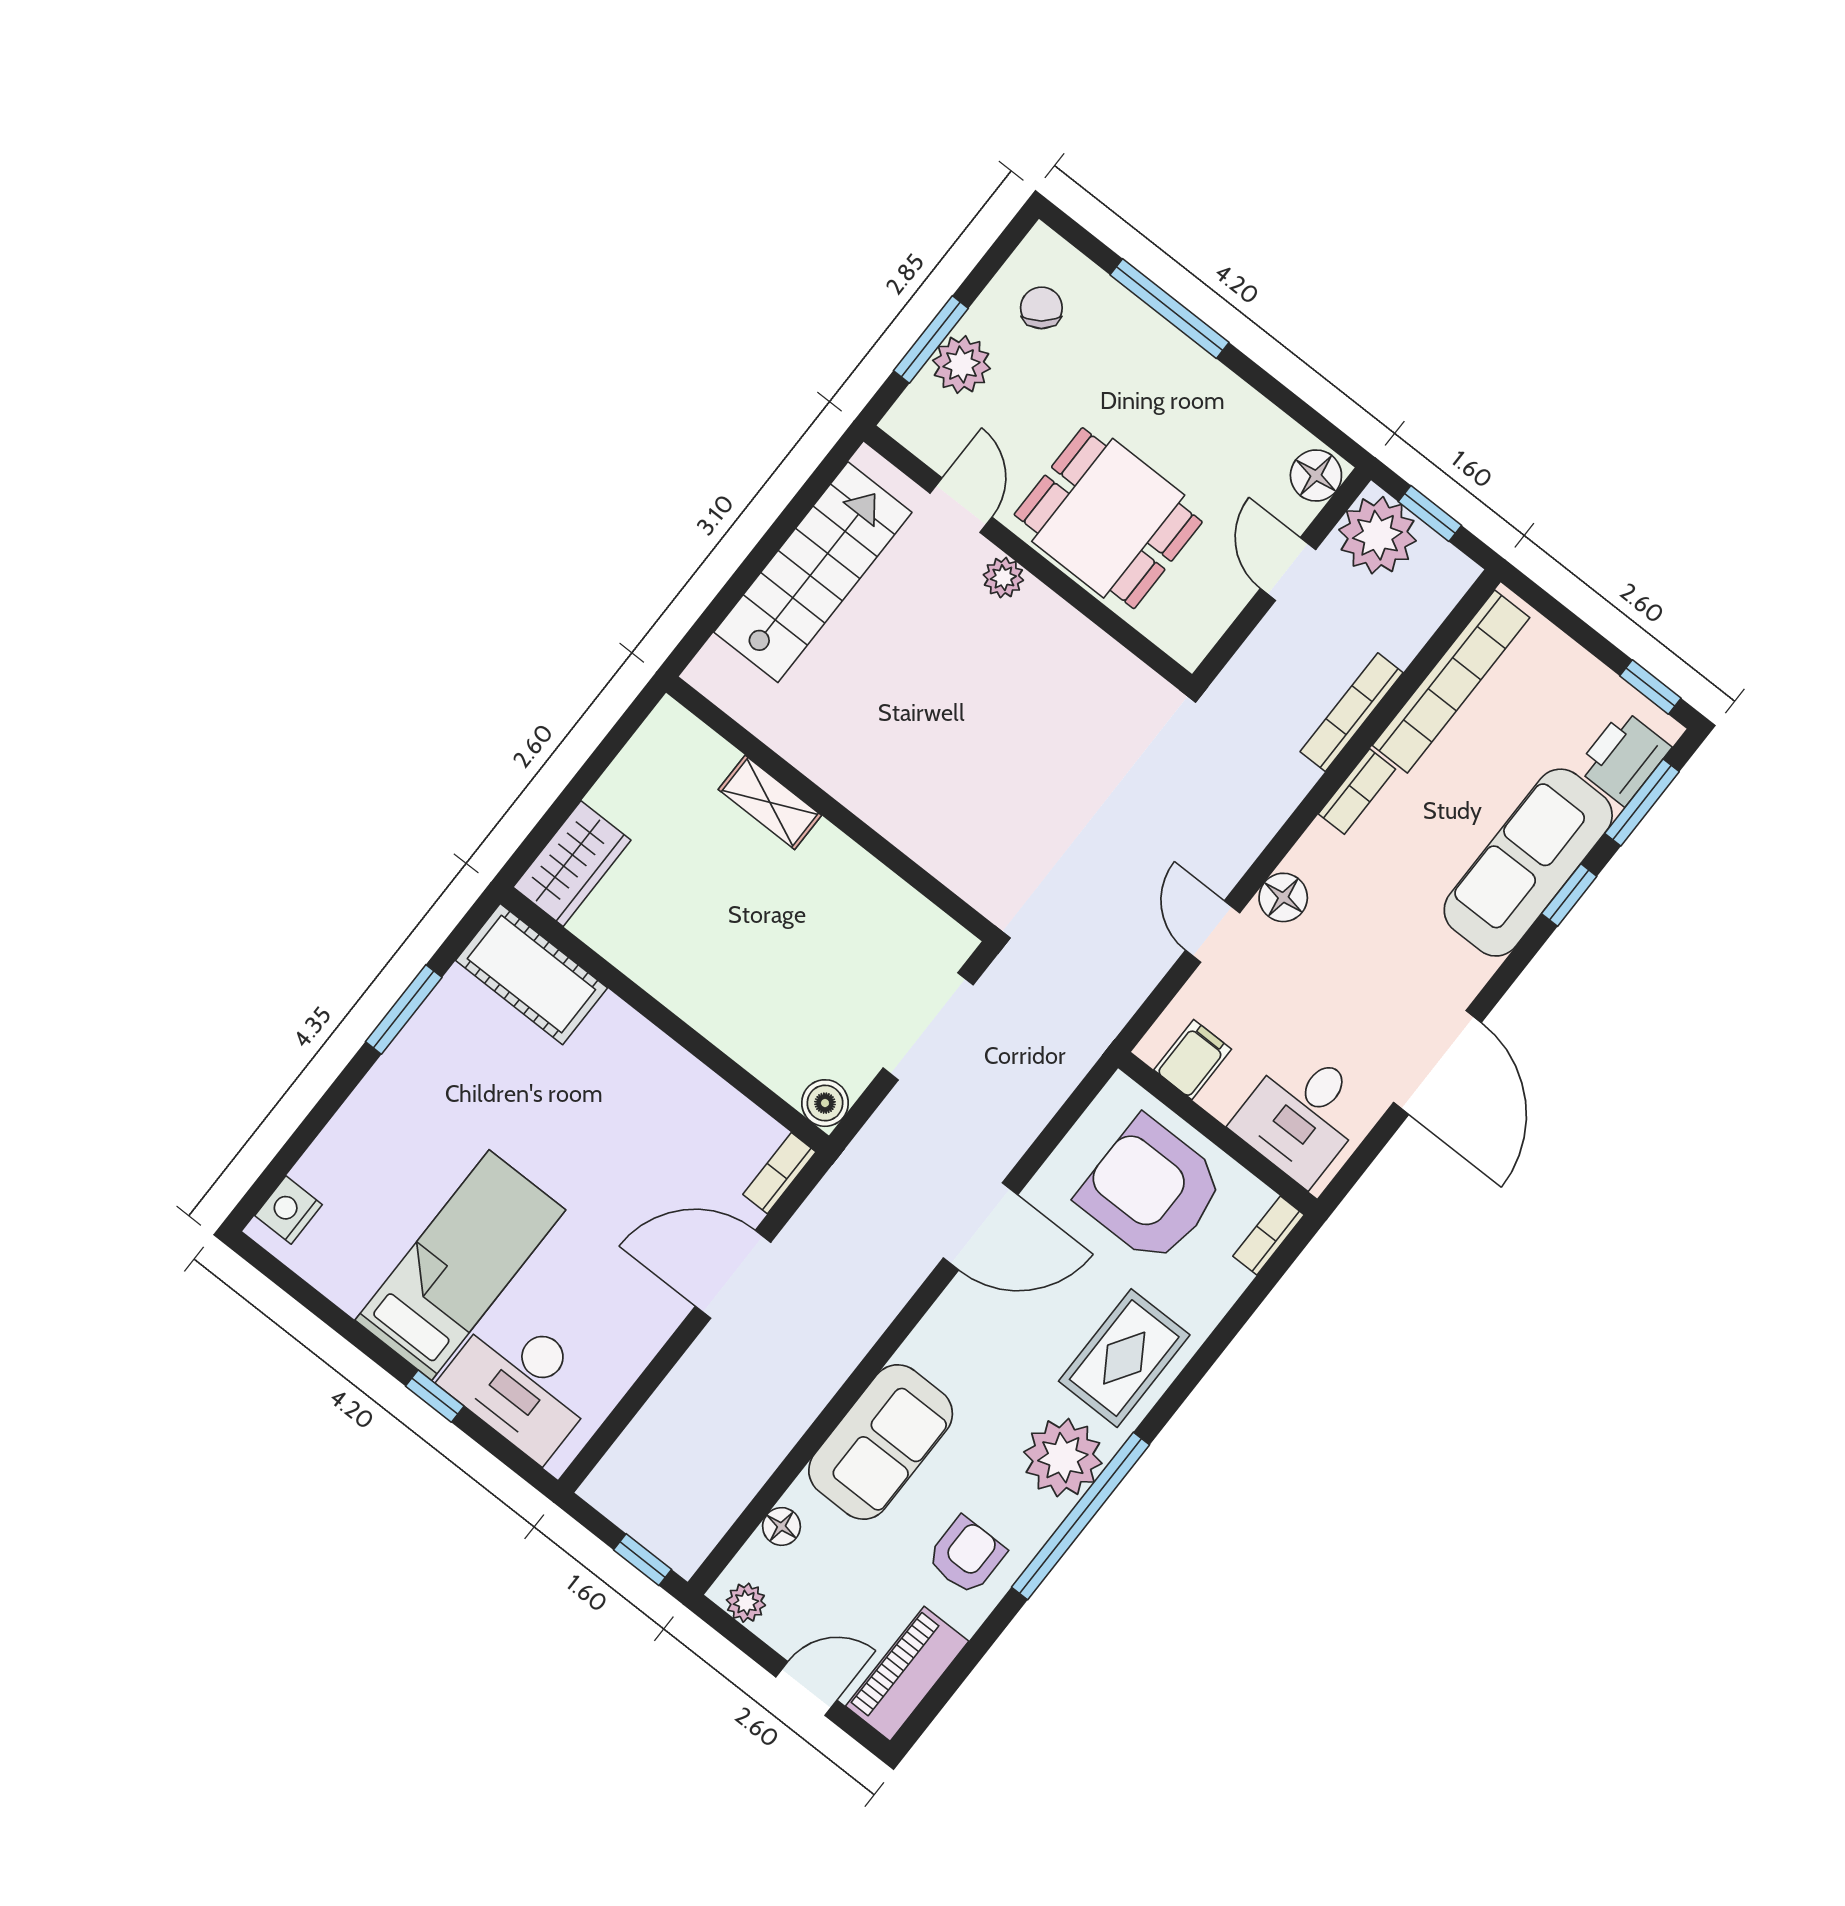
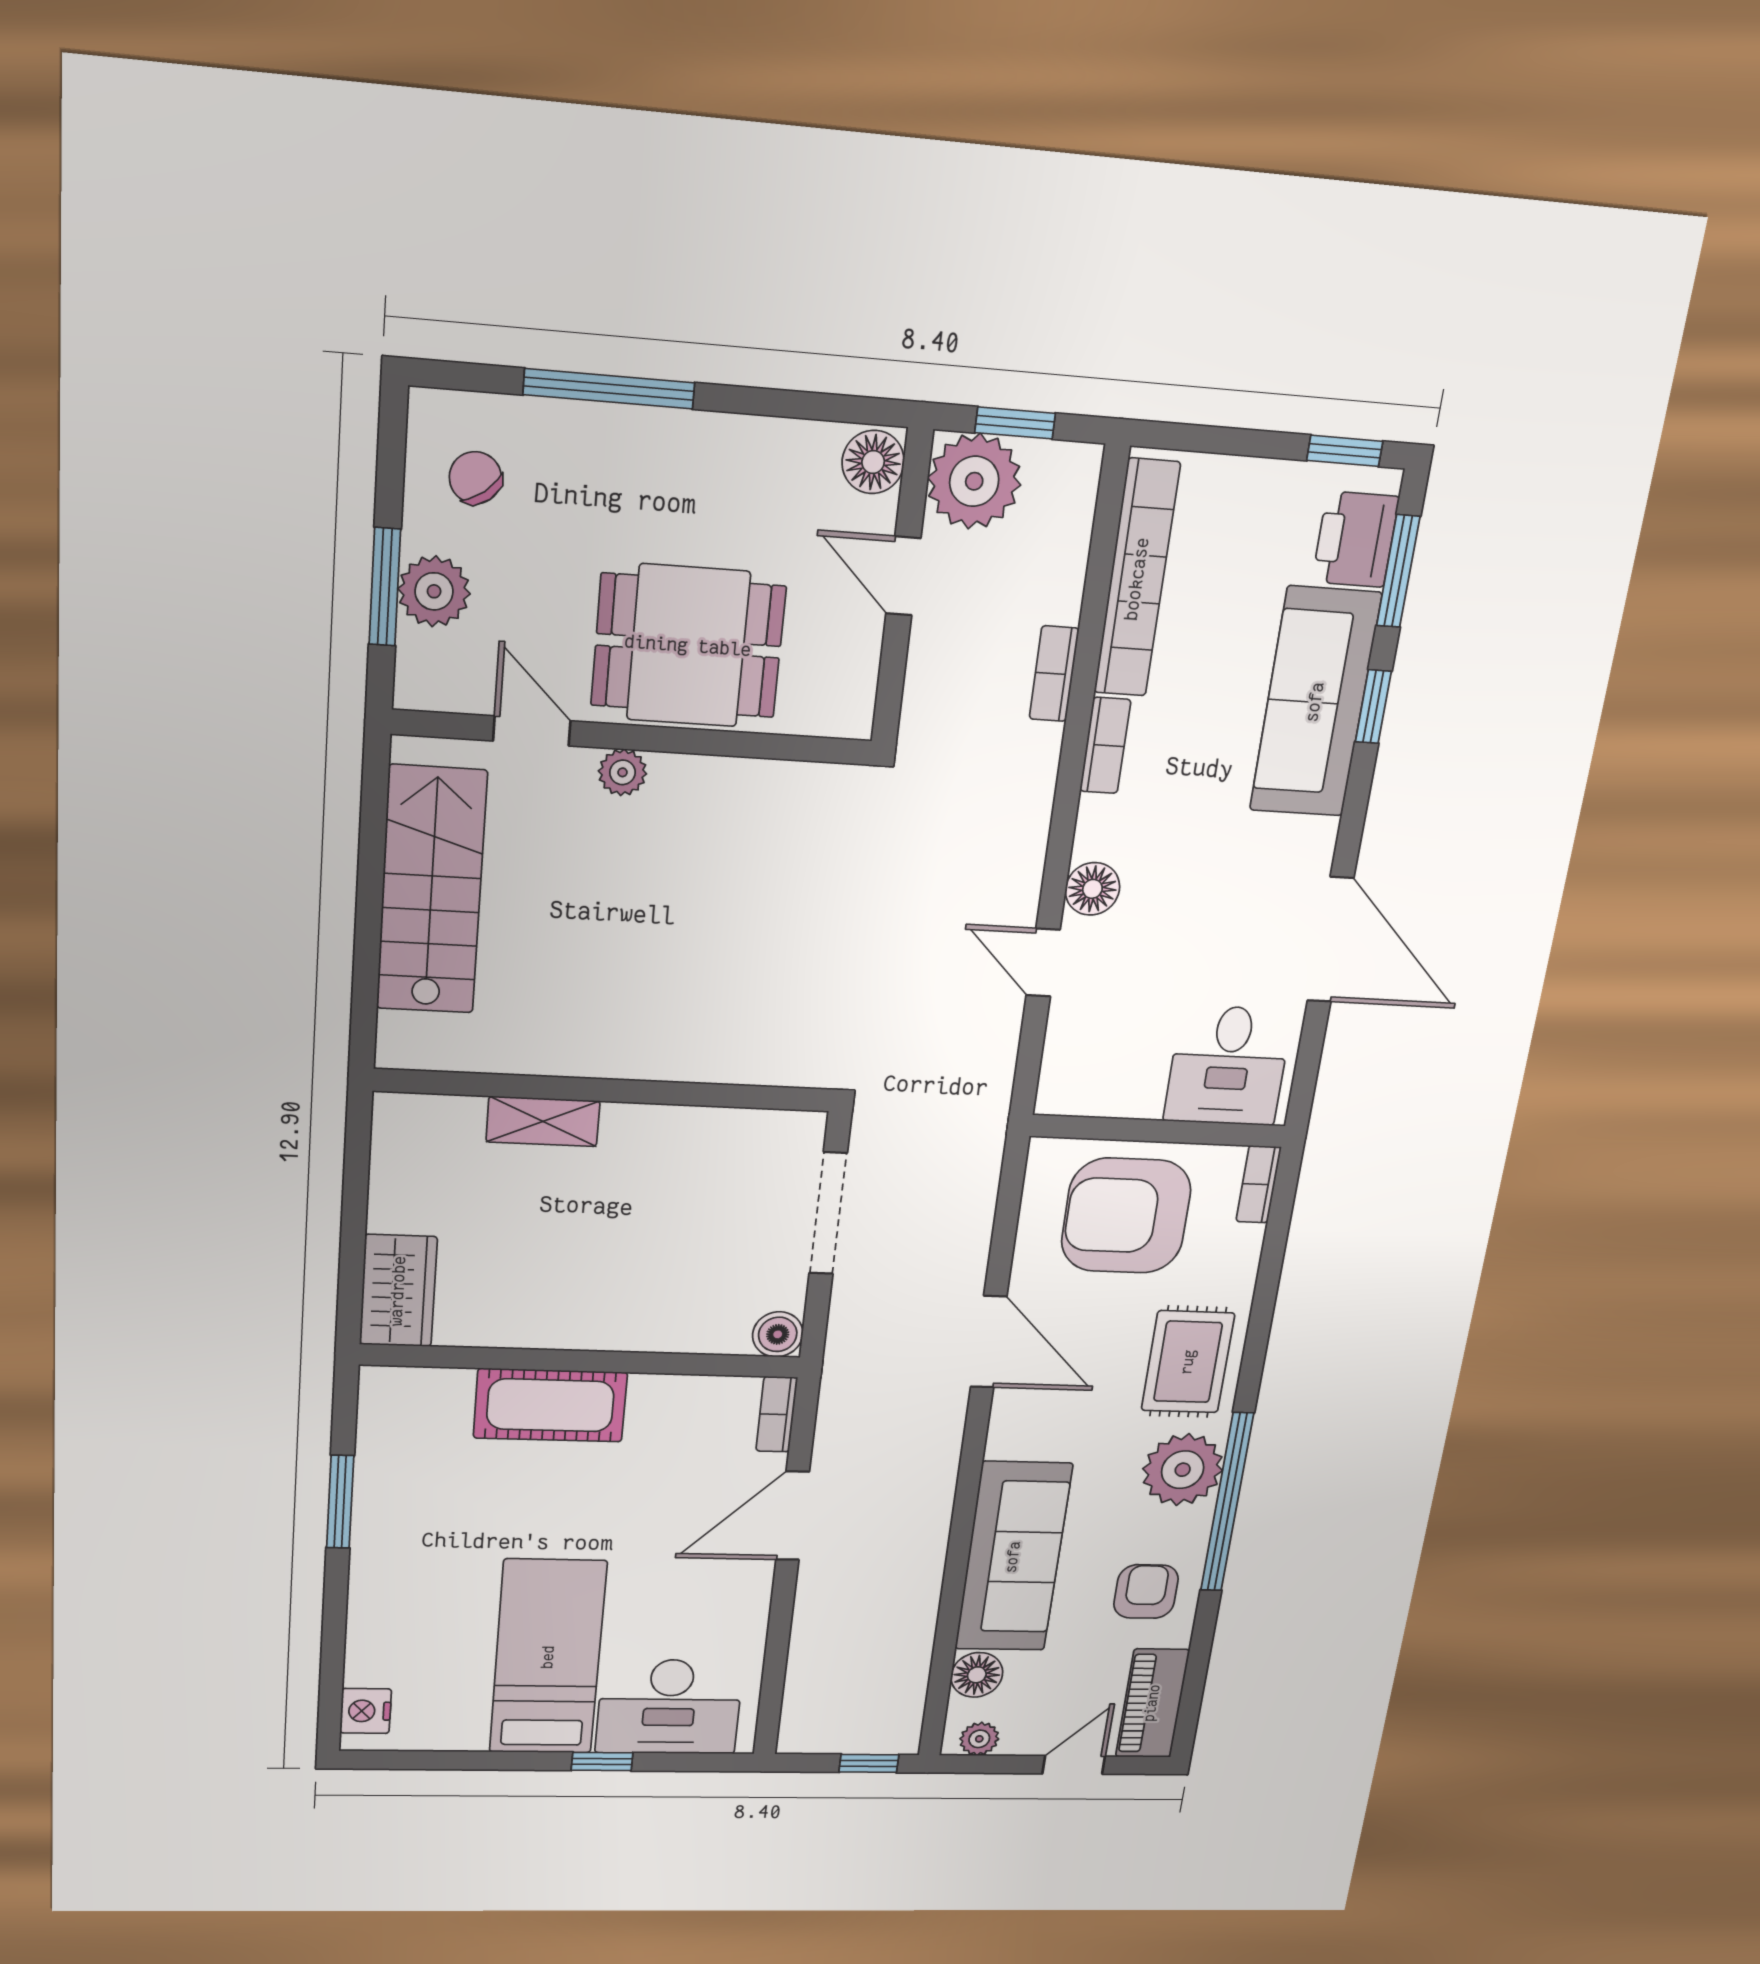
bookcase: (1352, 712) -> (1054, 674), width x0.64
cot: (531, 974) -> (550, 1405), moved
filing cabinet: (1193, 1060) -> (1095, 1084), removed
door: (980, 1226) -> (989, 1342), hinge flipped
sofa: (881, 1442) -> (1013, 1557), width x1.36
floor lamp: (781, 1526) -> (977, 1675), width x1.37, depth x1.37

